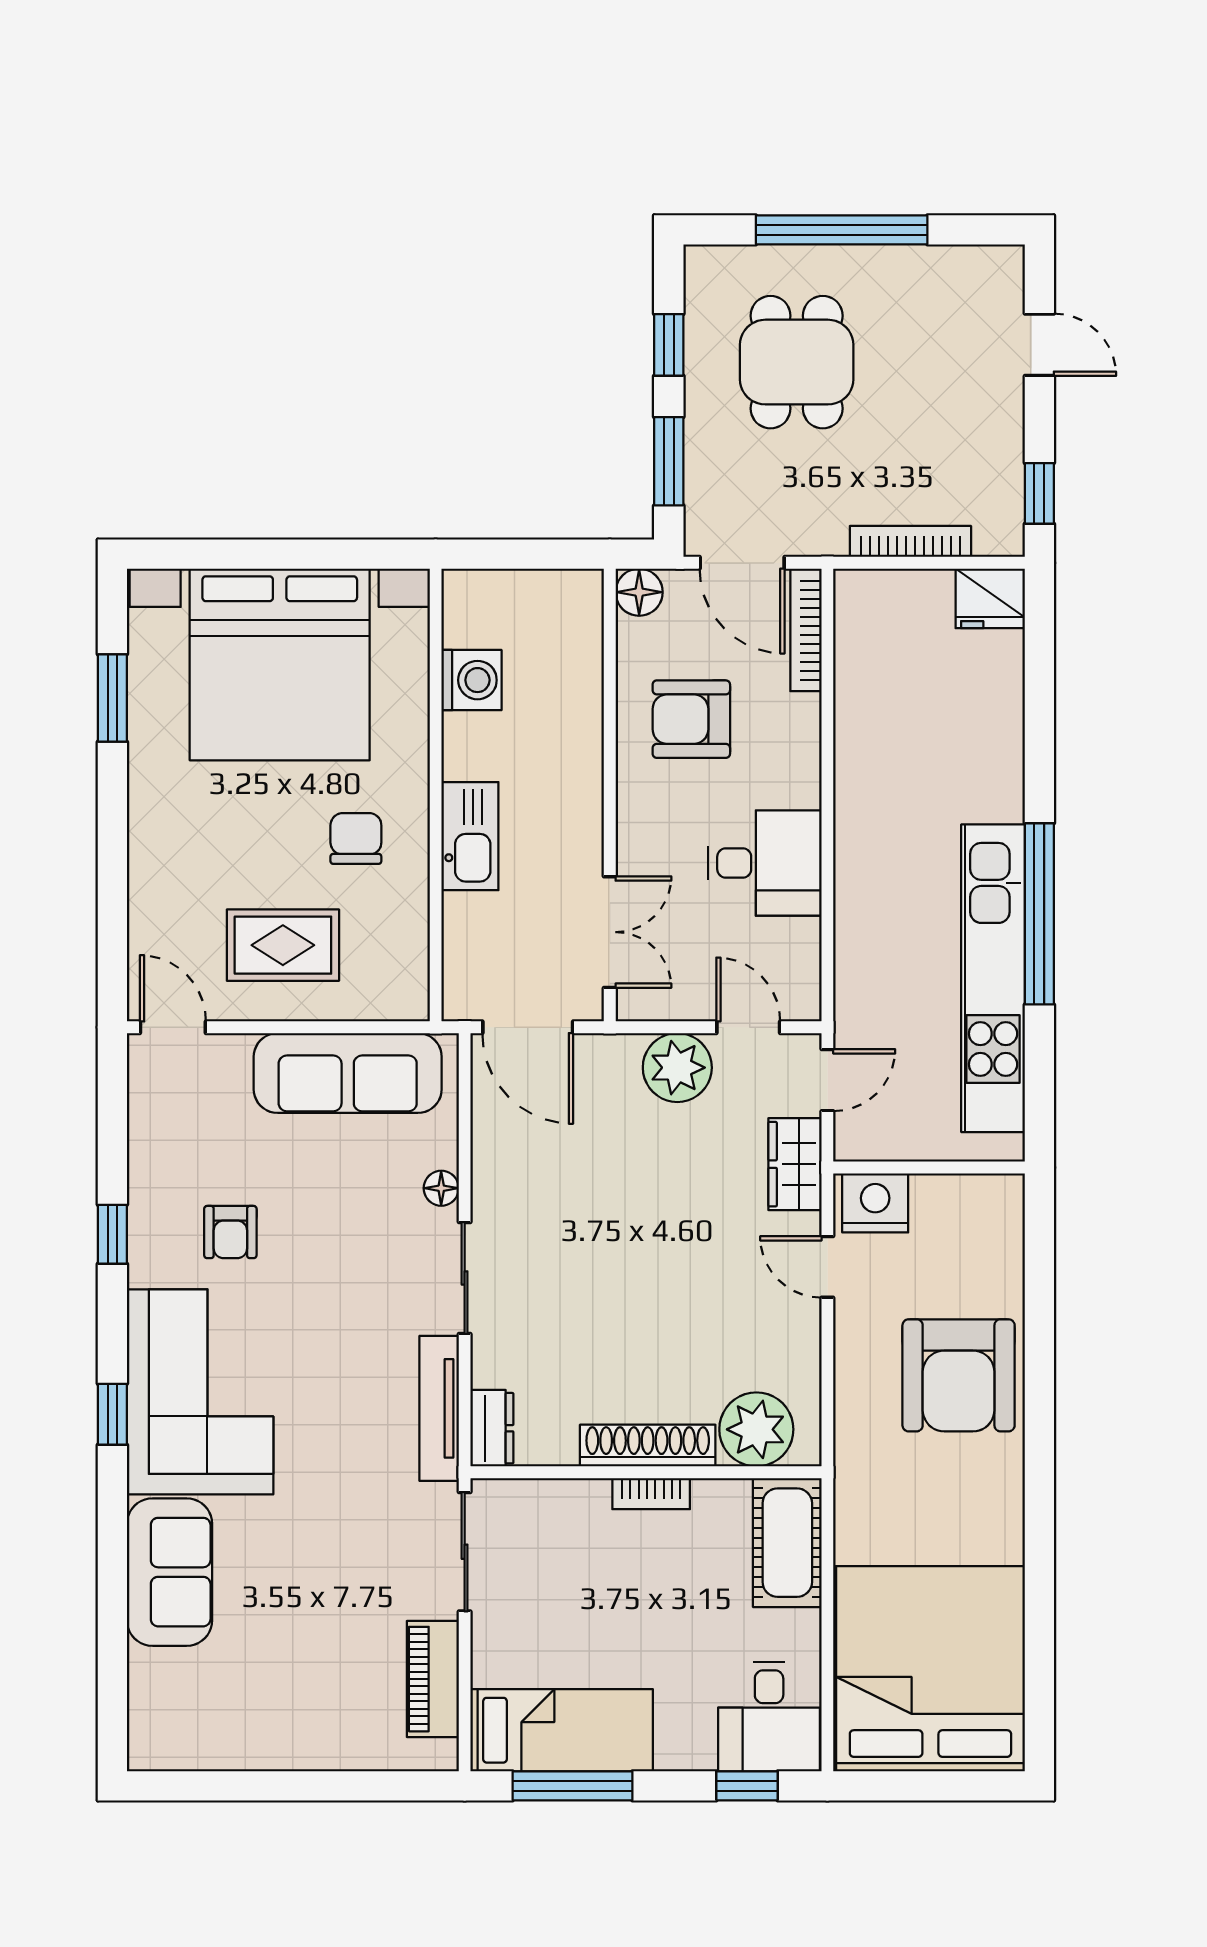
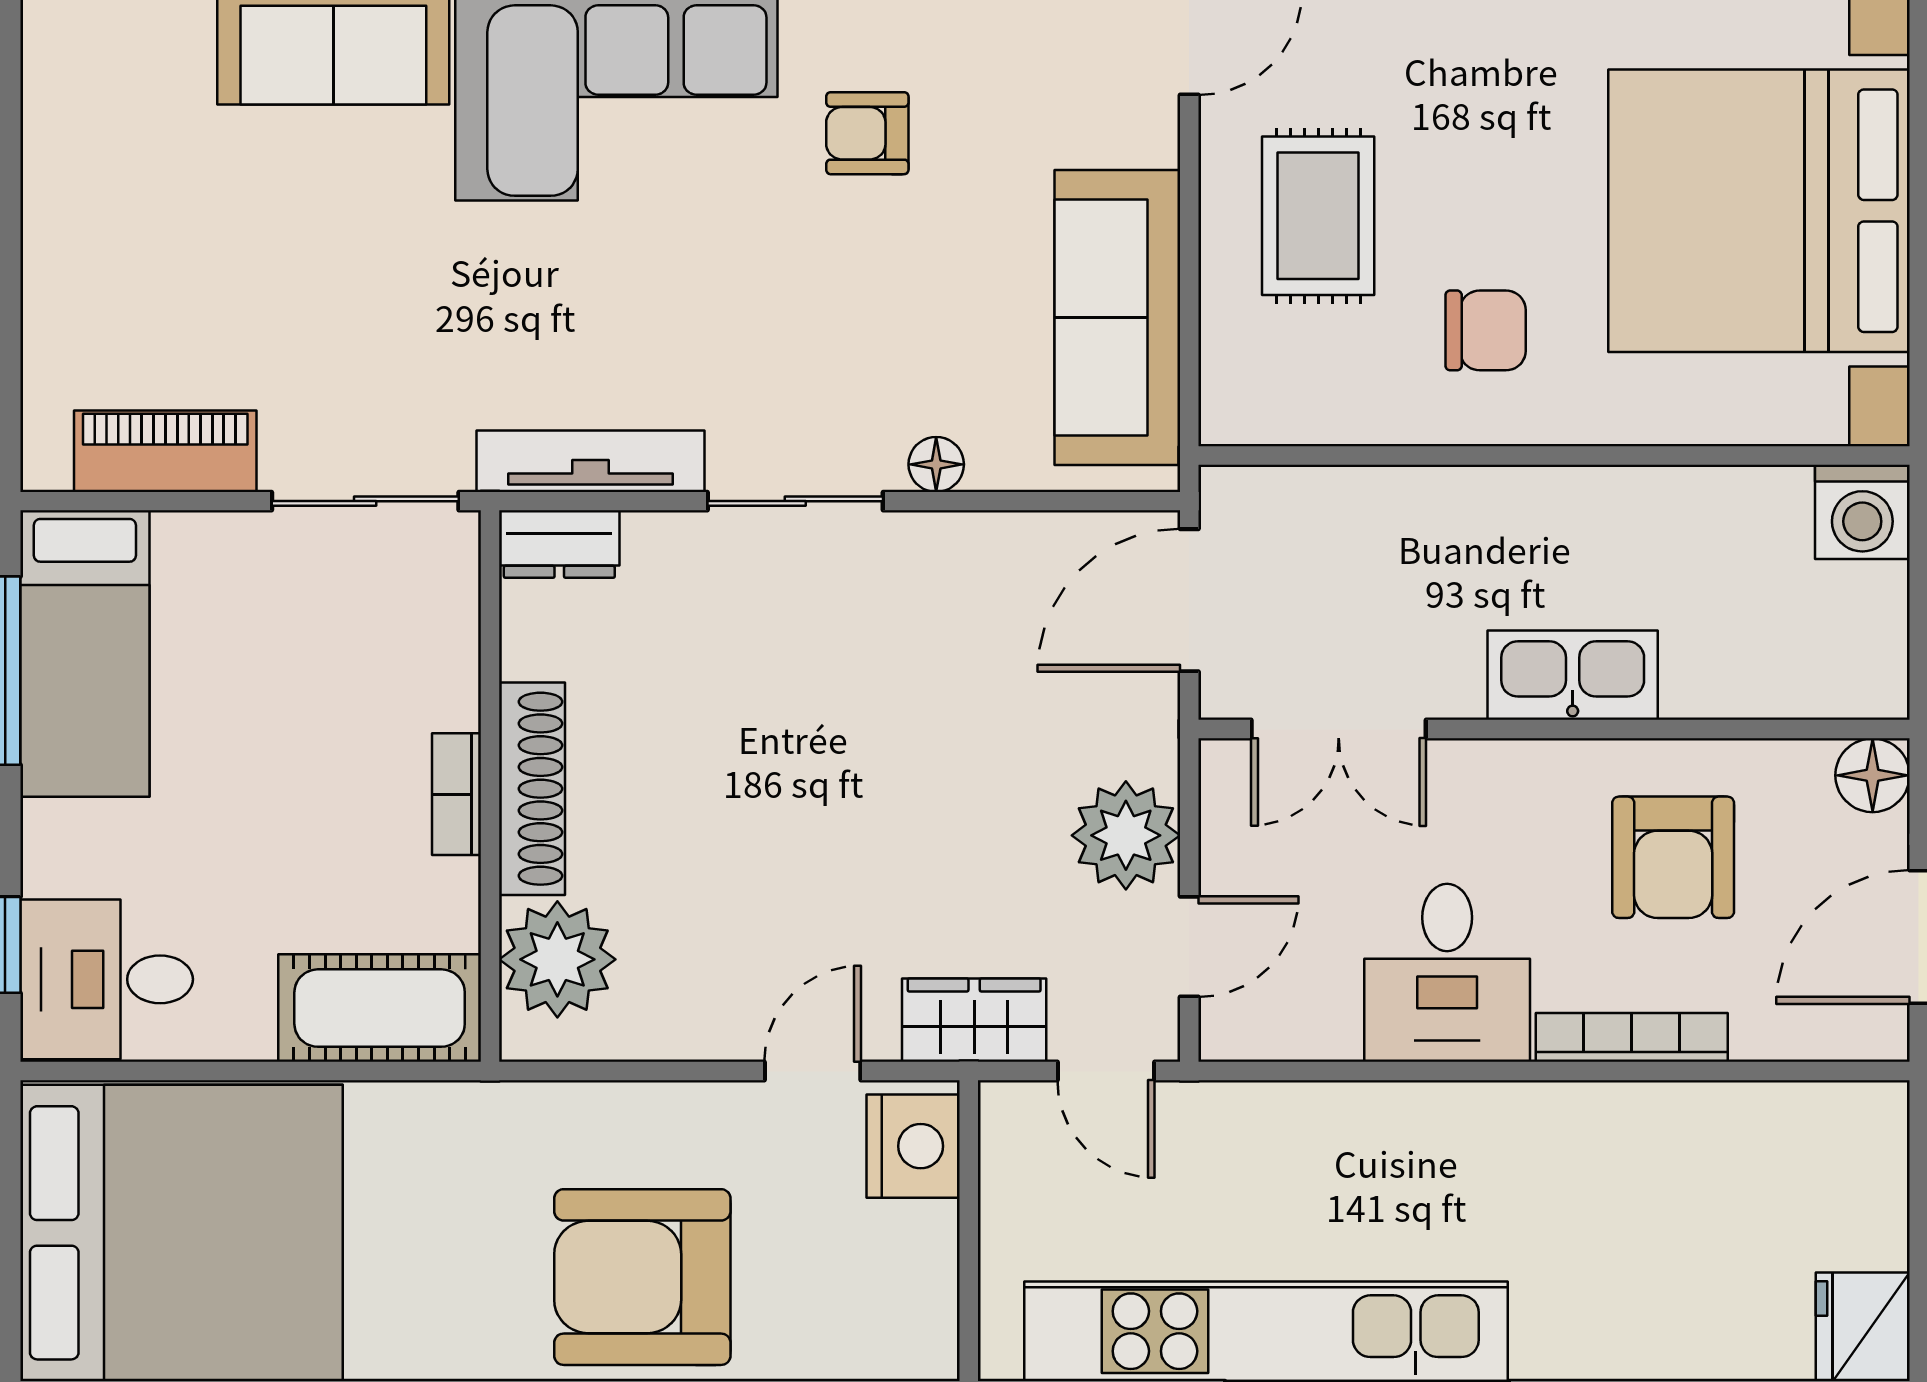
bookcase: (806, 630) -> (1632, 1037), moved
washing machine: (471, 680) -> (1862, 512), moved
armchair: (691, 719) -> (1673, 857), turned 180
kitchen sink: (470, 836) -> (1573, 675), moved, turned 180

